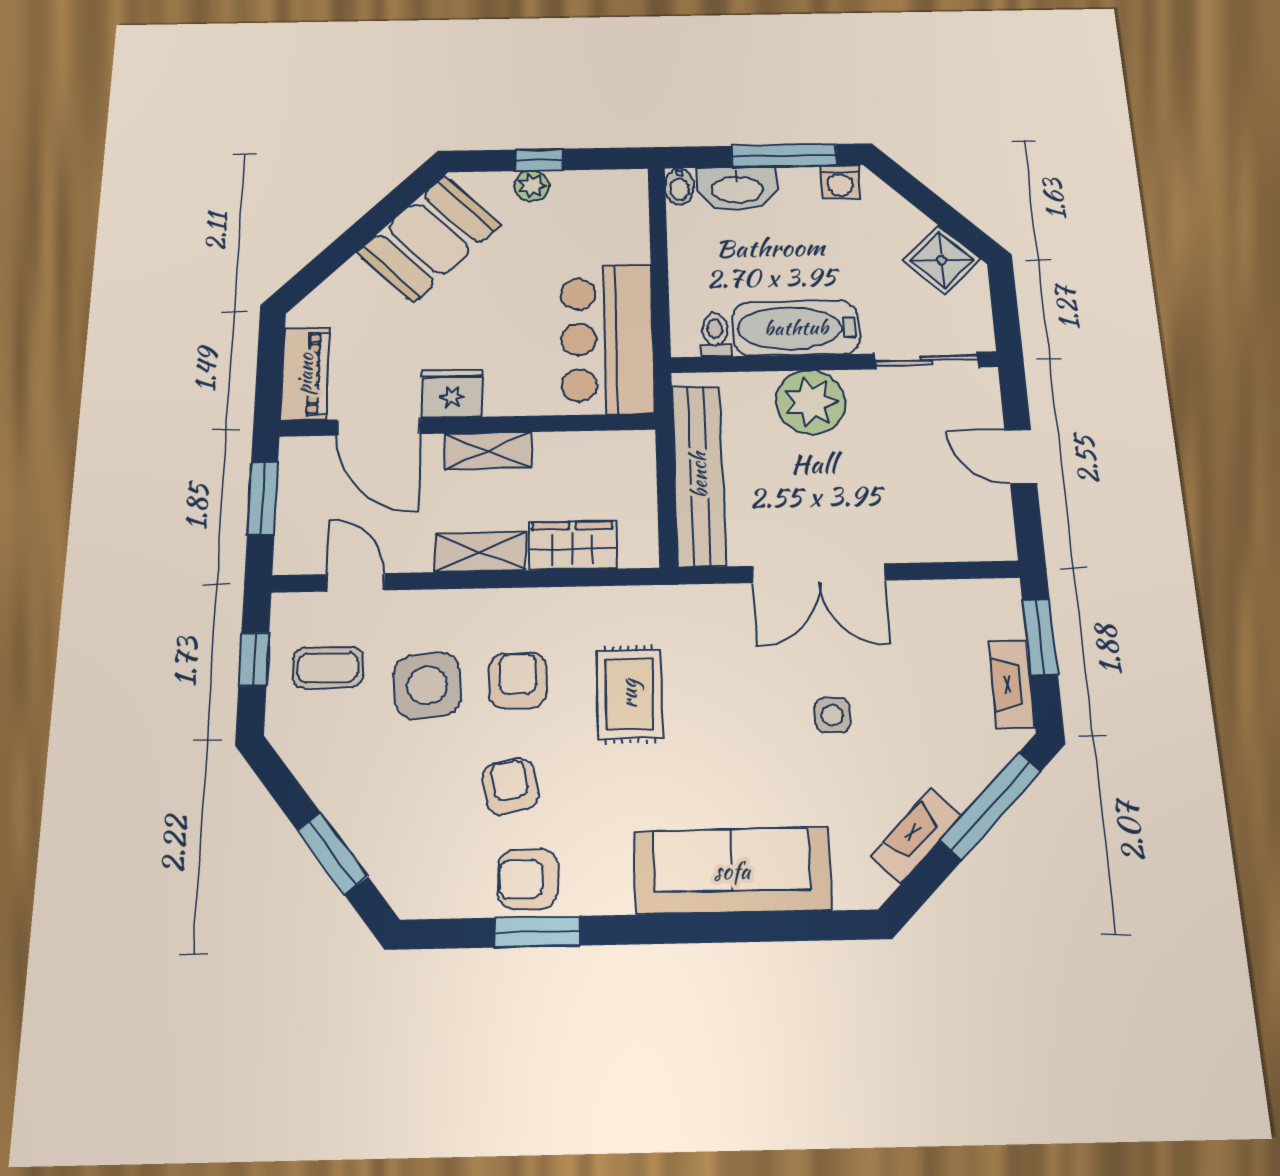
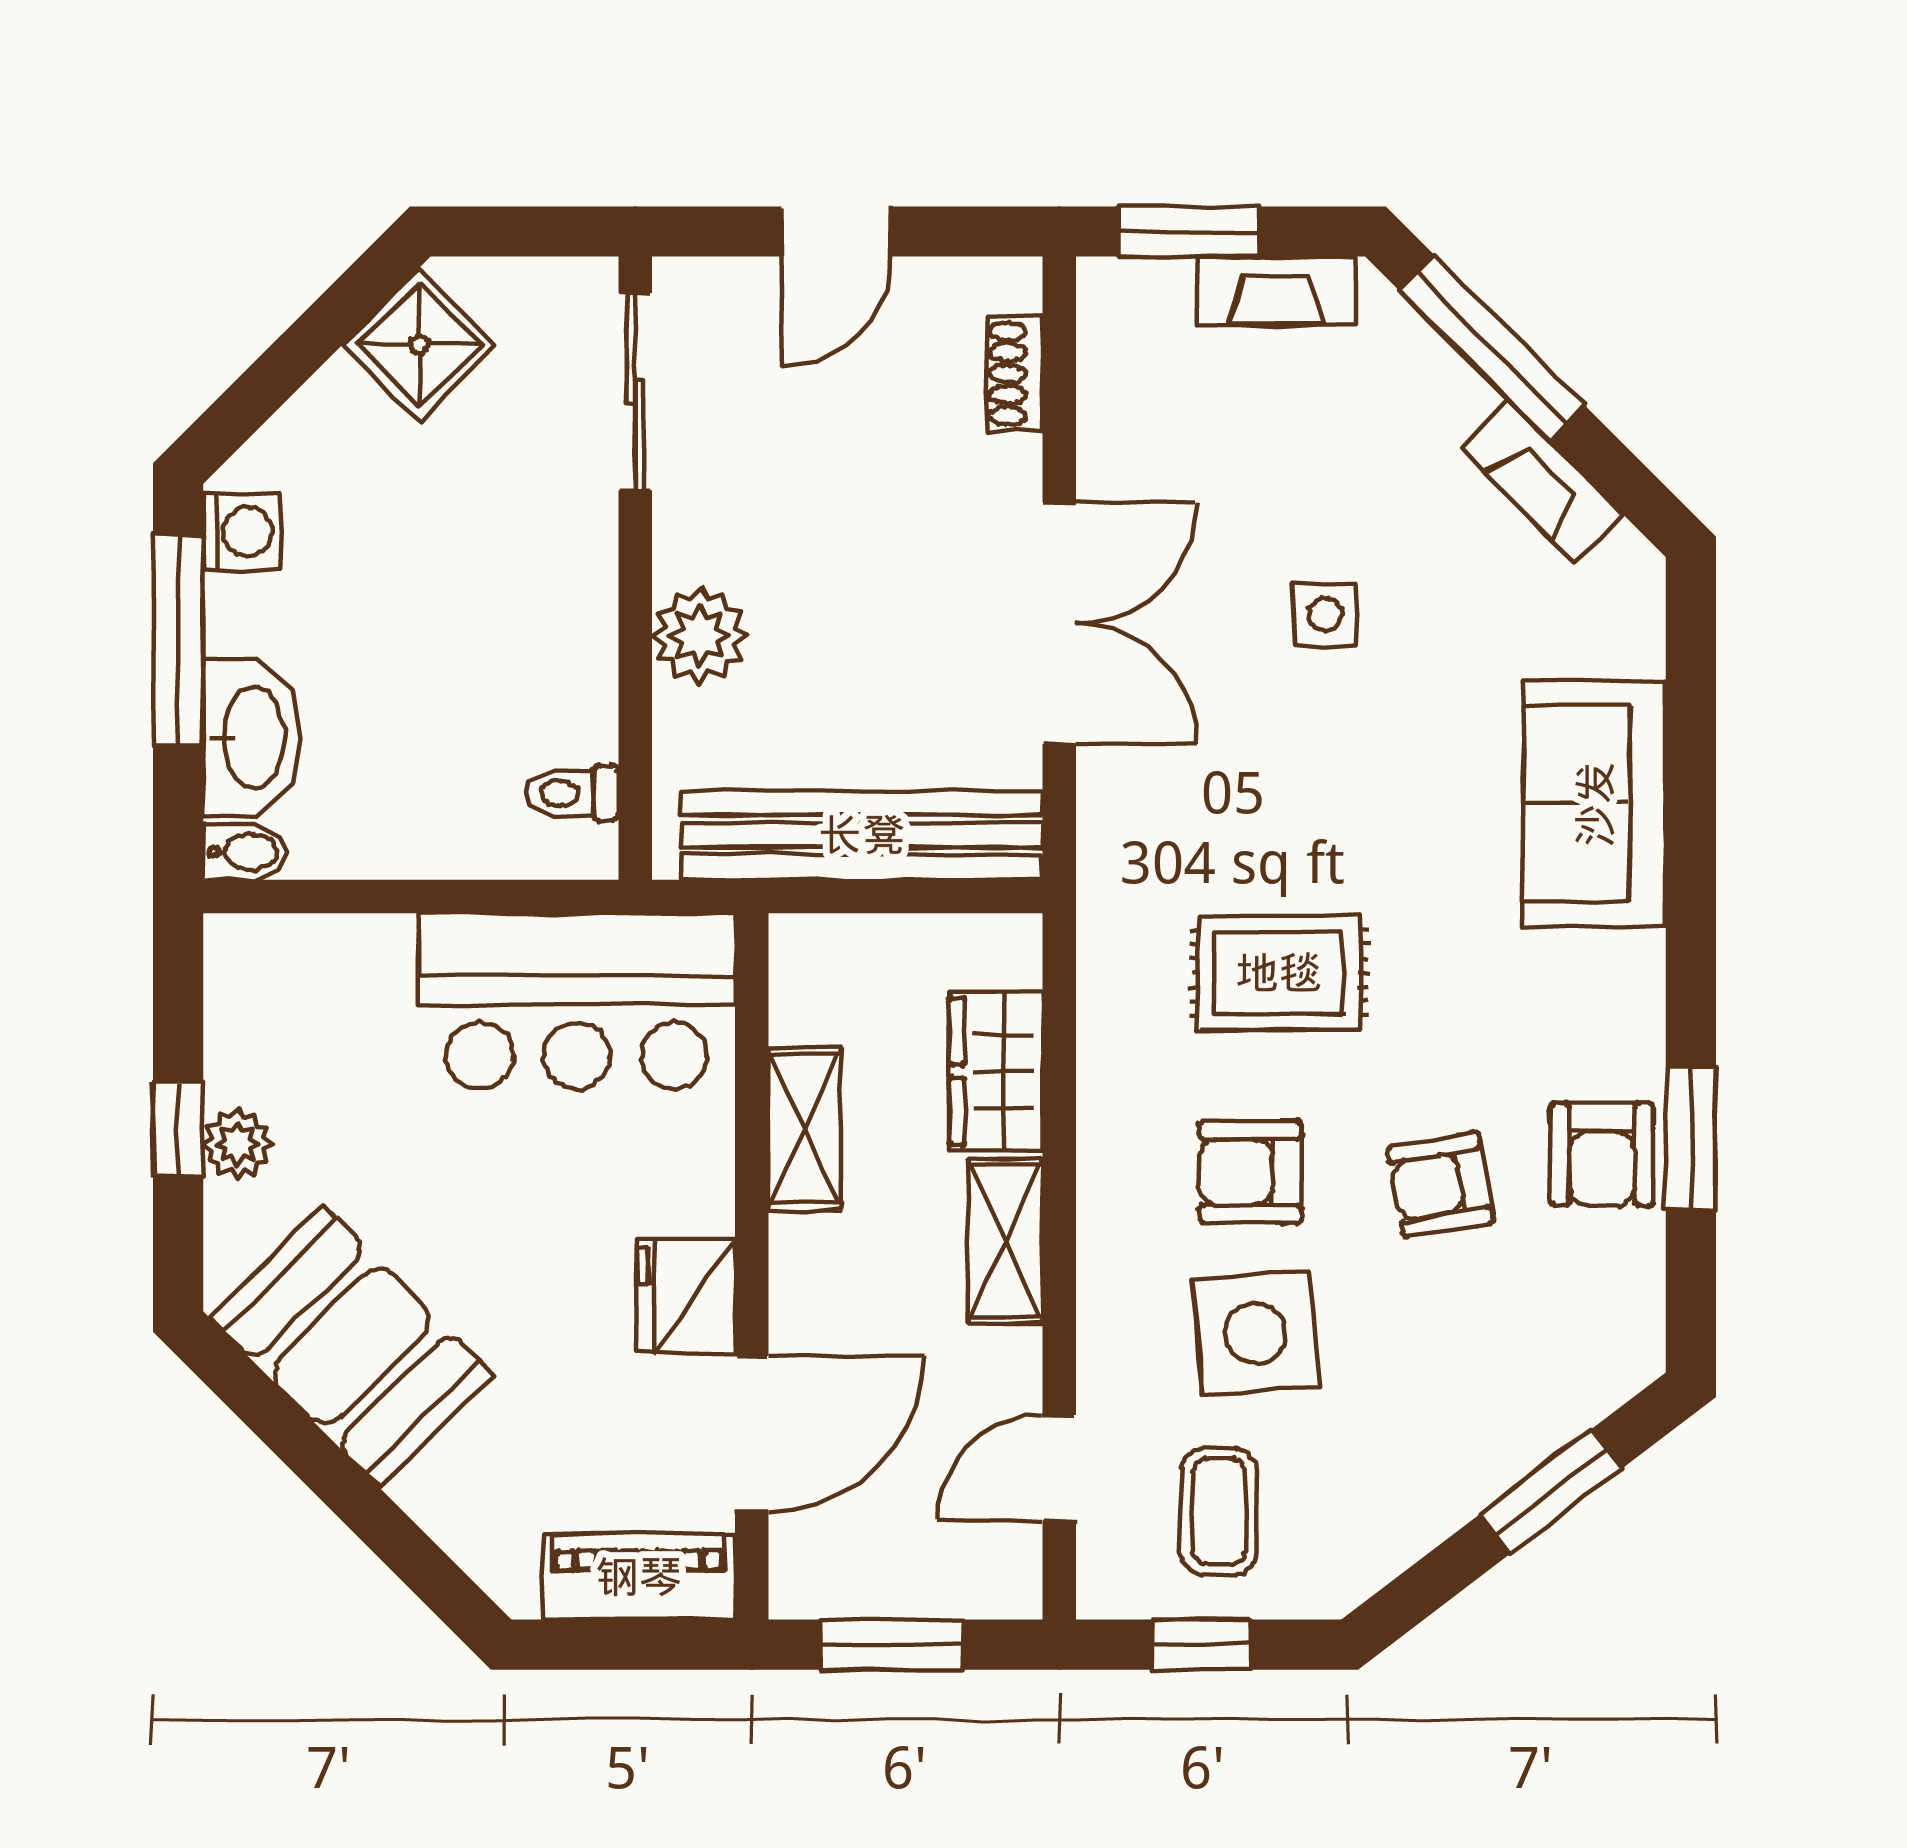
bathtub: (796, 328) -> (562, 637), removed
plant: (811, 402) -> (700, 636), width x0.73, depth x0.73
shelving: (487, 451) -> (805, 1129), moved
shoe rack: (953, 548) -> (1015, 373), added
sofa: (732, 871) -> (1595, 804), width x0.73

